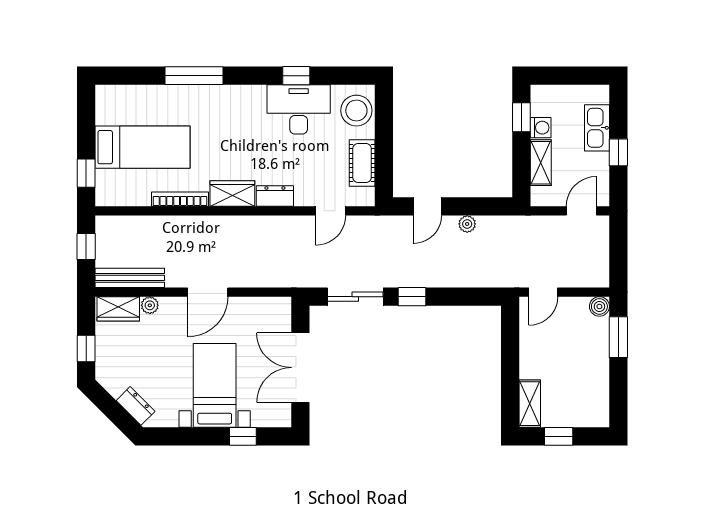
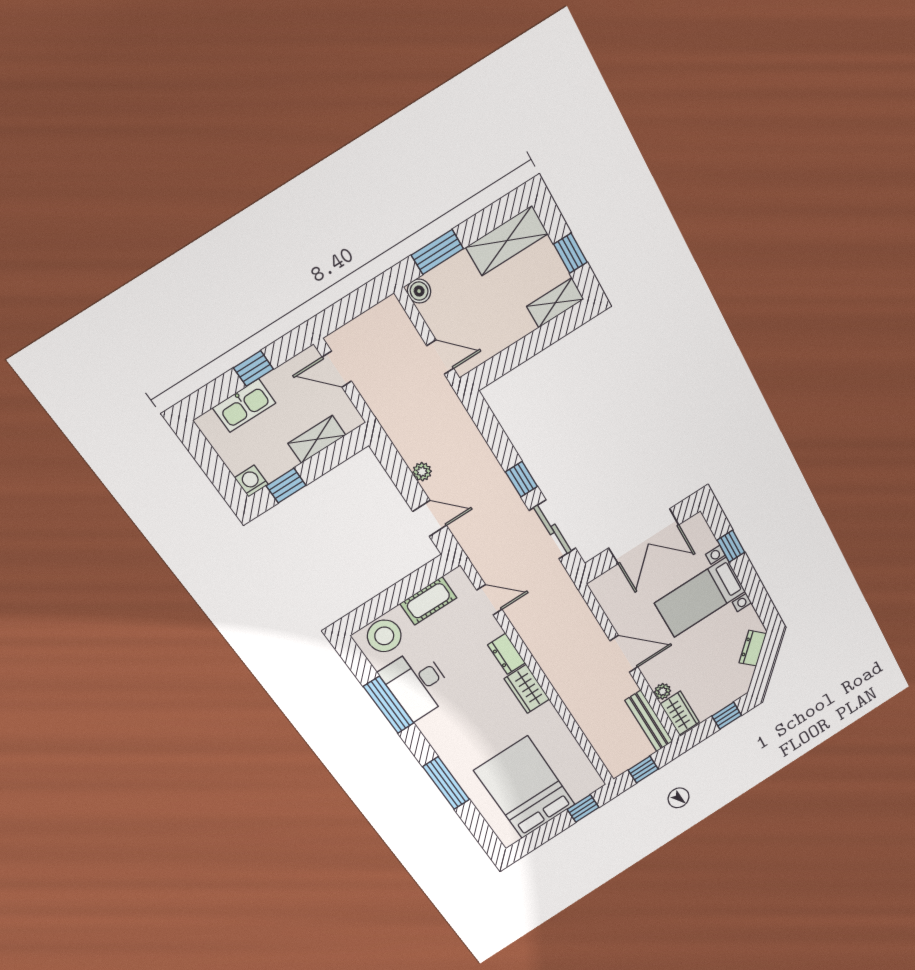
window: (296, 76) -> (389, 705), width x2.17
washing machine: (541, 128) -> (251, 481), moved
bed: (143, 147) -> (525, 788), width x1.50
bookcase: (180, 199) -> (559, 726), removed
shelving: (596, 394) -> (507, 241), added

